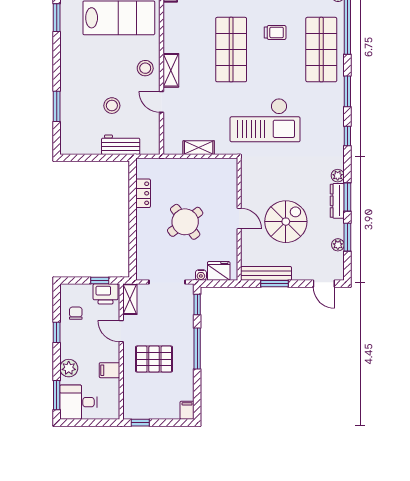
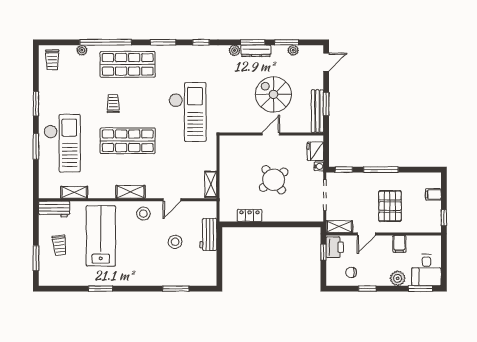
shelving: (171, 70) -> (131, 192), moved
shelving: (199, 148) -> (211, 184), moved
filing cabinet: (187, 410) -> (433, 194), moved

